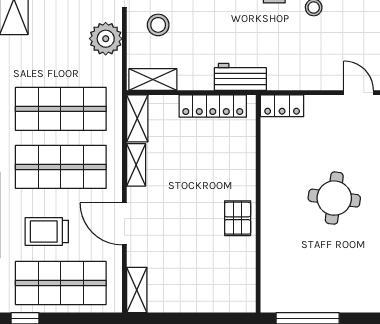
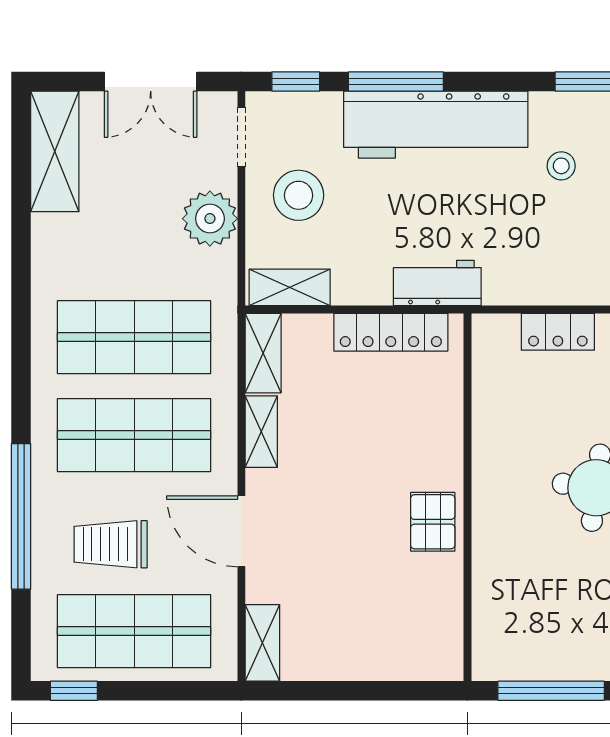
stool: (158, 25) -> (299, 195), width x1.38, depth x1.38
locker: (282, 106) -> (558, 332), moved

